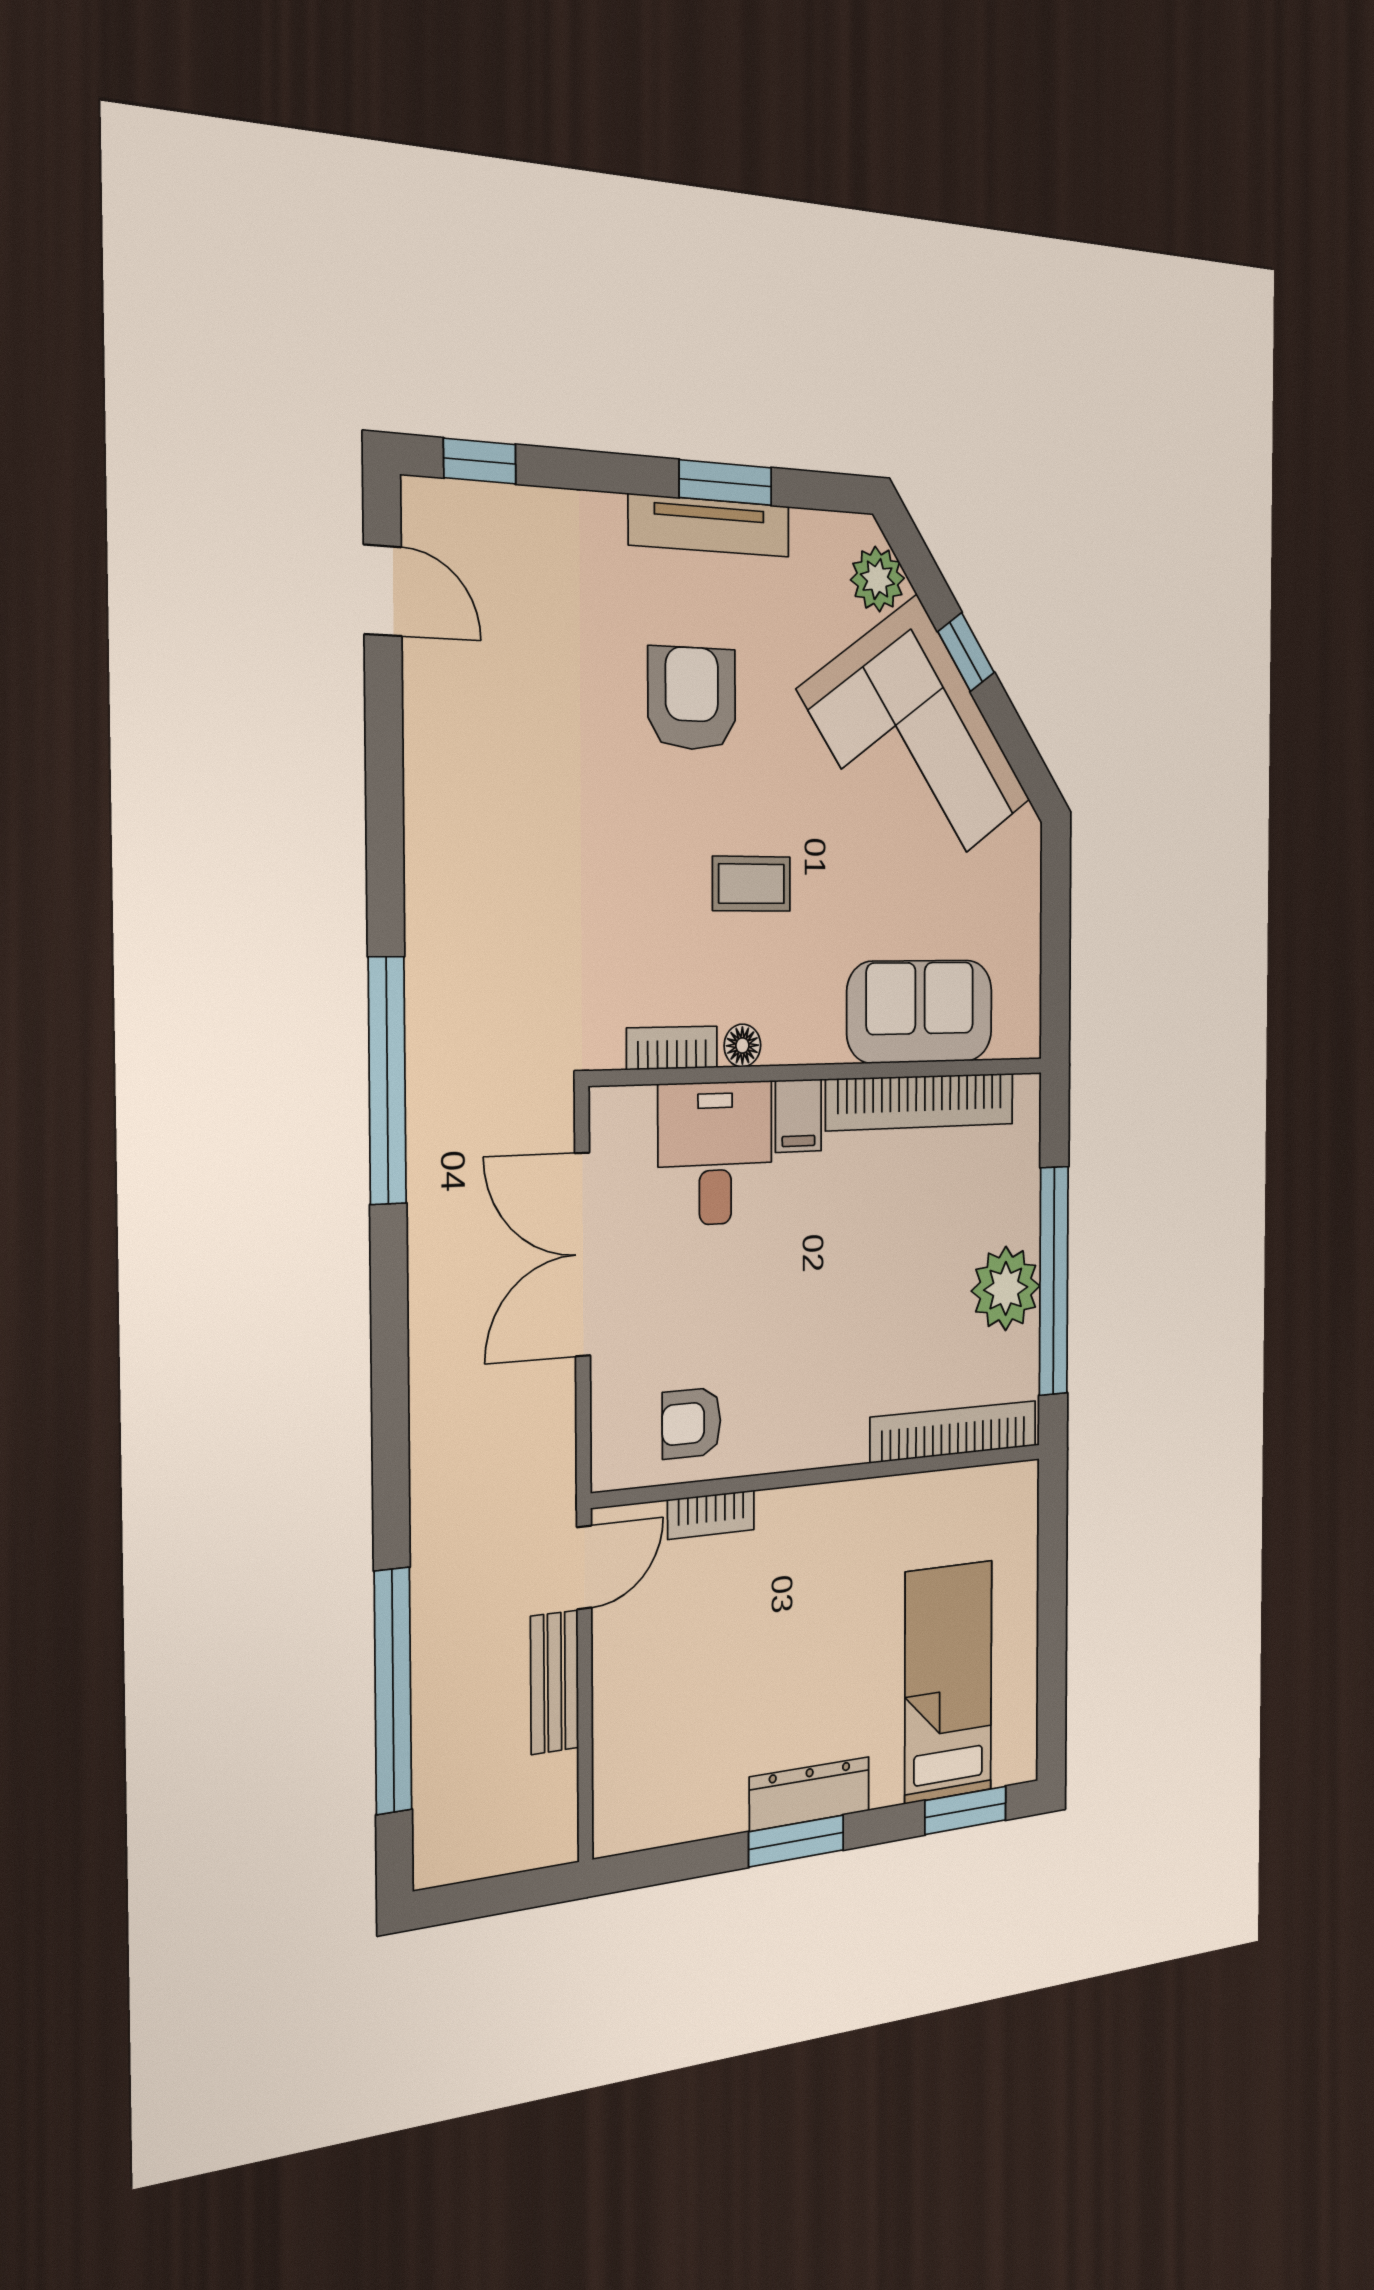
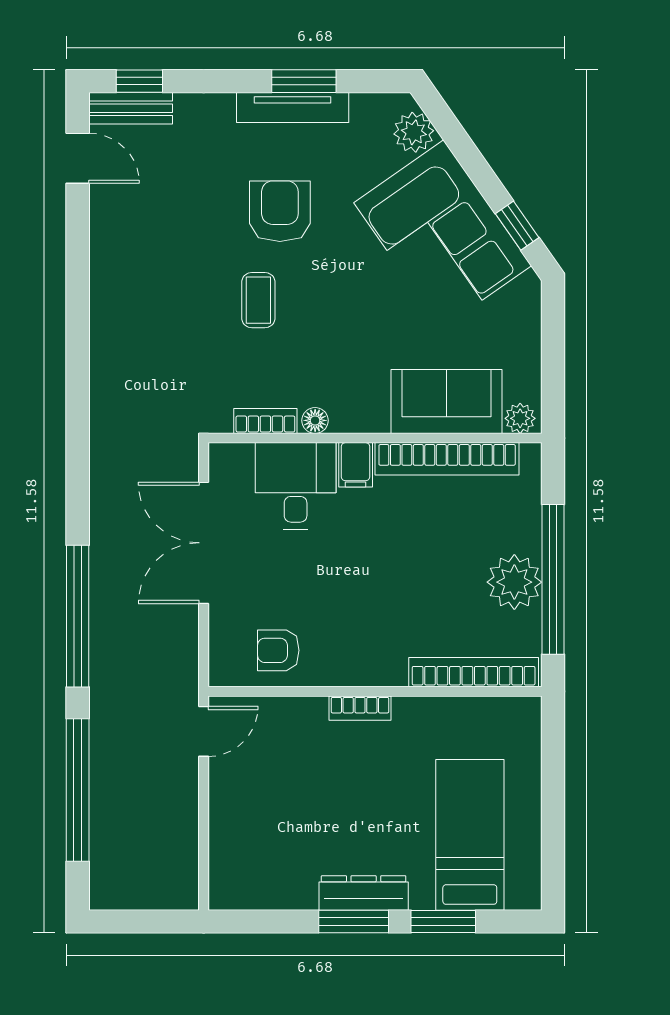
window: (966, 652) -> (517, 226), moved
coffee table: (751, 884) -> (258, 300), moved, turned 90
plant: (1014, 1036) -> (520, 418), added
window: (387, 1081) -> (78, 616), moved
bookcase: (711, 1515) -> (360, 708), moved
bench: (555, 1682) -> (131, 108), moved, turned 90
window: (966, 1810) -> (443, 922), moved

